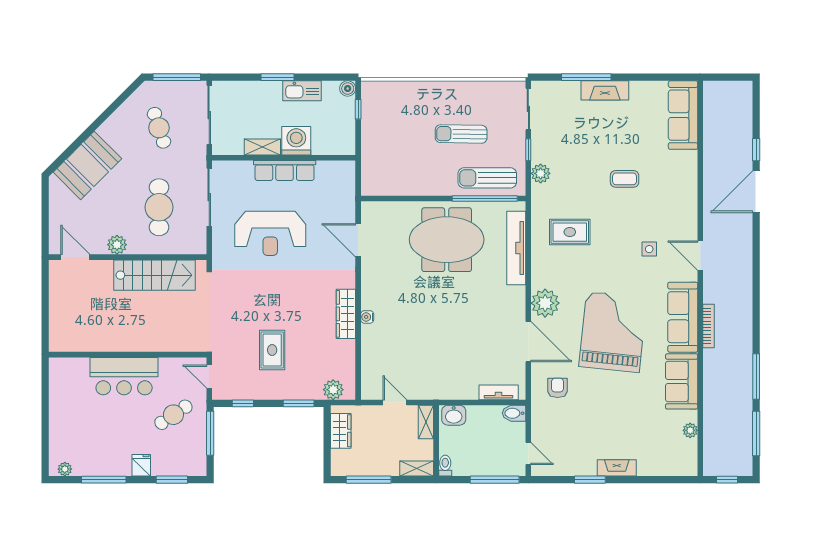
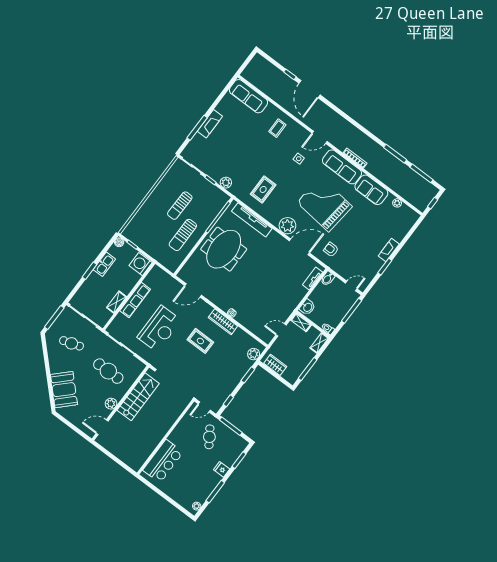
washing machine: (296, 141) -> (141, 264), moved
sun lounger: (487, 178) -> (183, 235), moved
coffee table: (625, 179) -> (277, 128), moved
rug: (272, 350) -> (200, 341), moved
bar counter: (124, 376) -> (163, 461), moved

